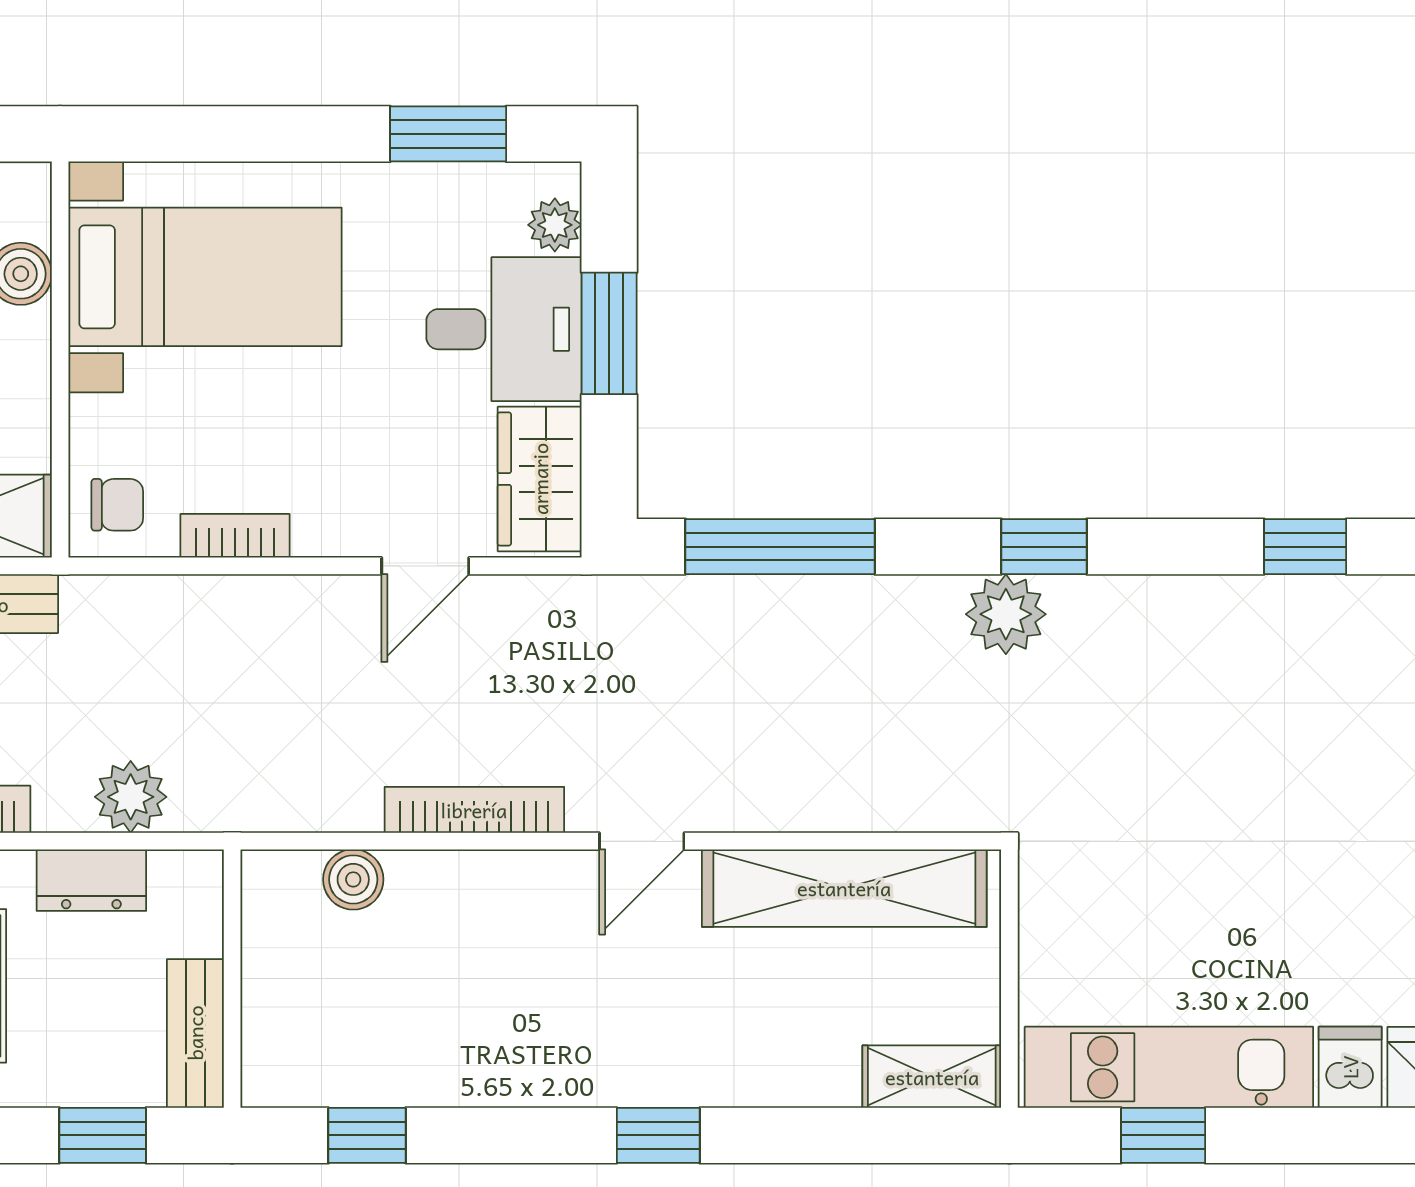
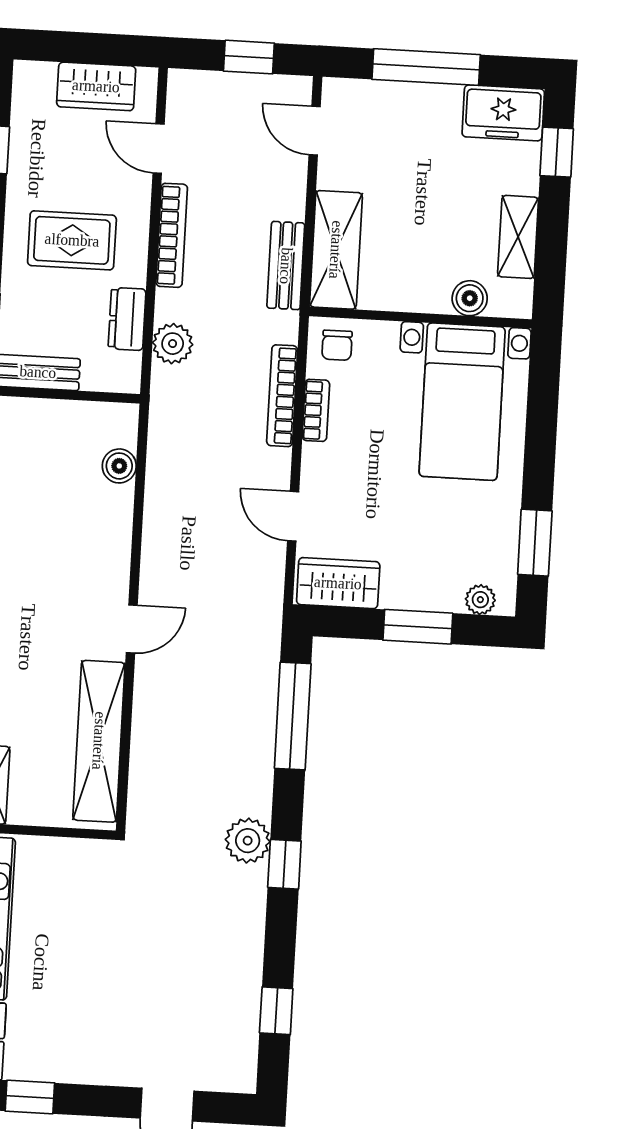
desk: (504, 329) -> (423, 568), removed
bookcase: (474, 810) -> (282, 396), moved, turned 180
door: (642, 841) -> (132, 629), swing flipped

